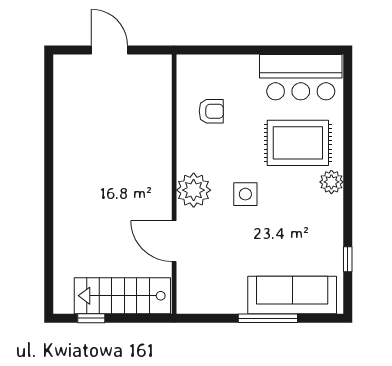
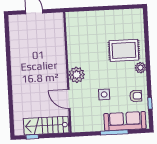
bar counter: (301, 77) -> (124, 20), removed
armchair: (211, 111) -> (136, 96), moved
side table: (245, 194) -> (104, 94), moved

